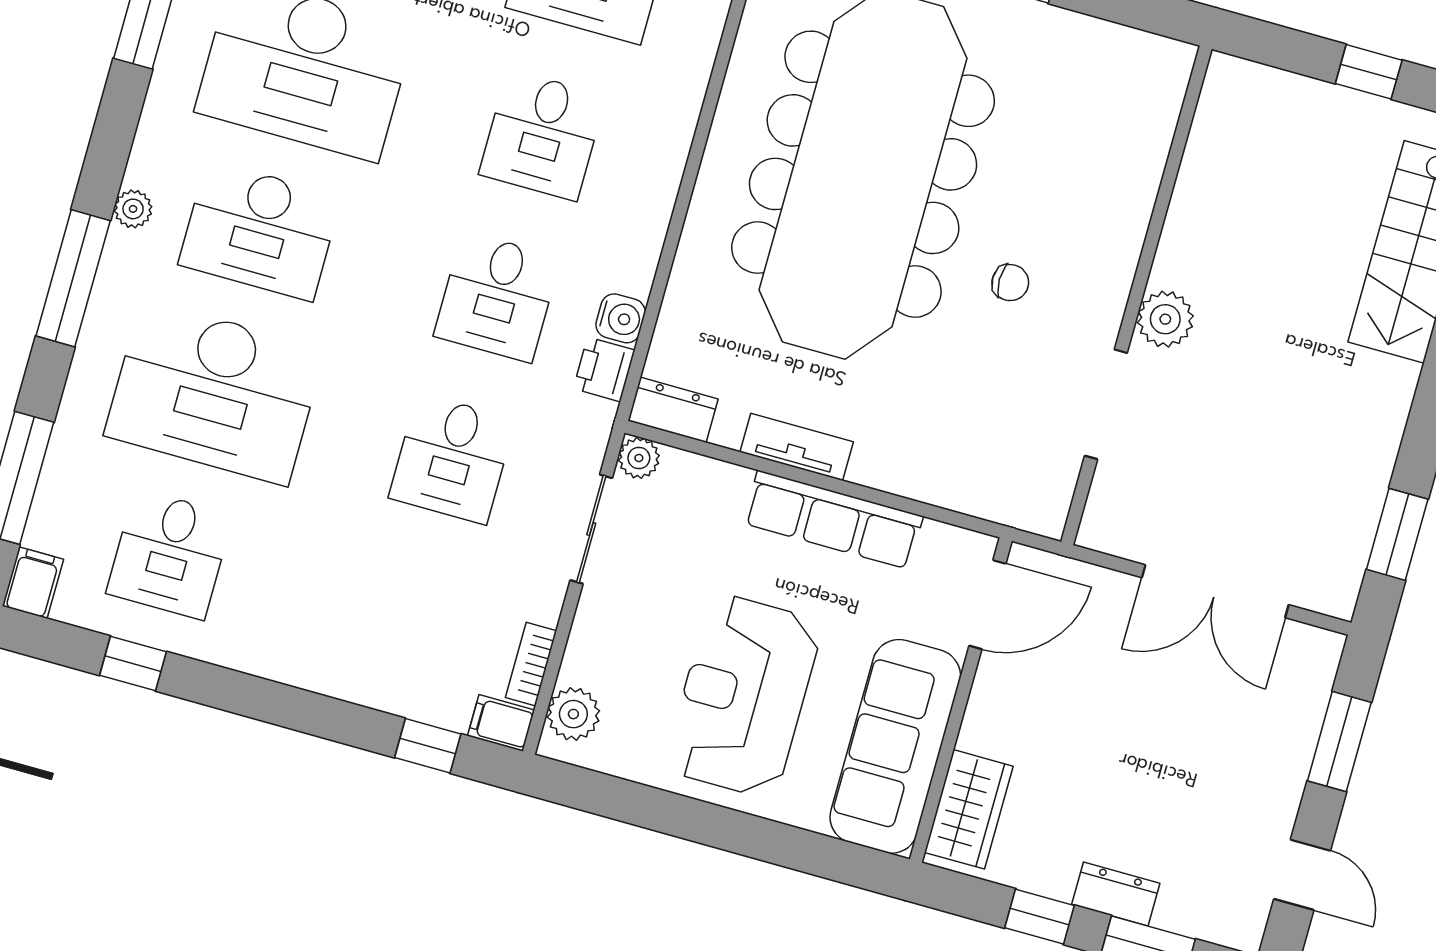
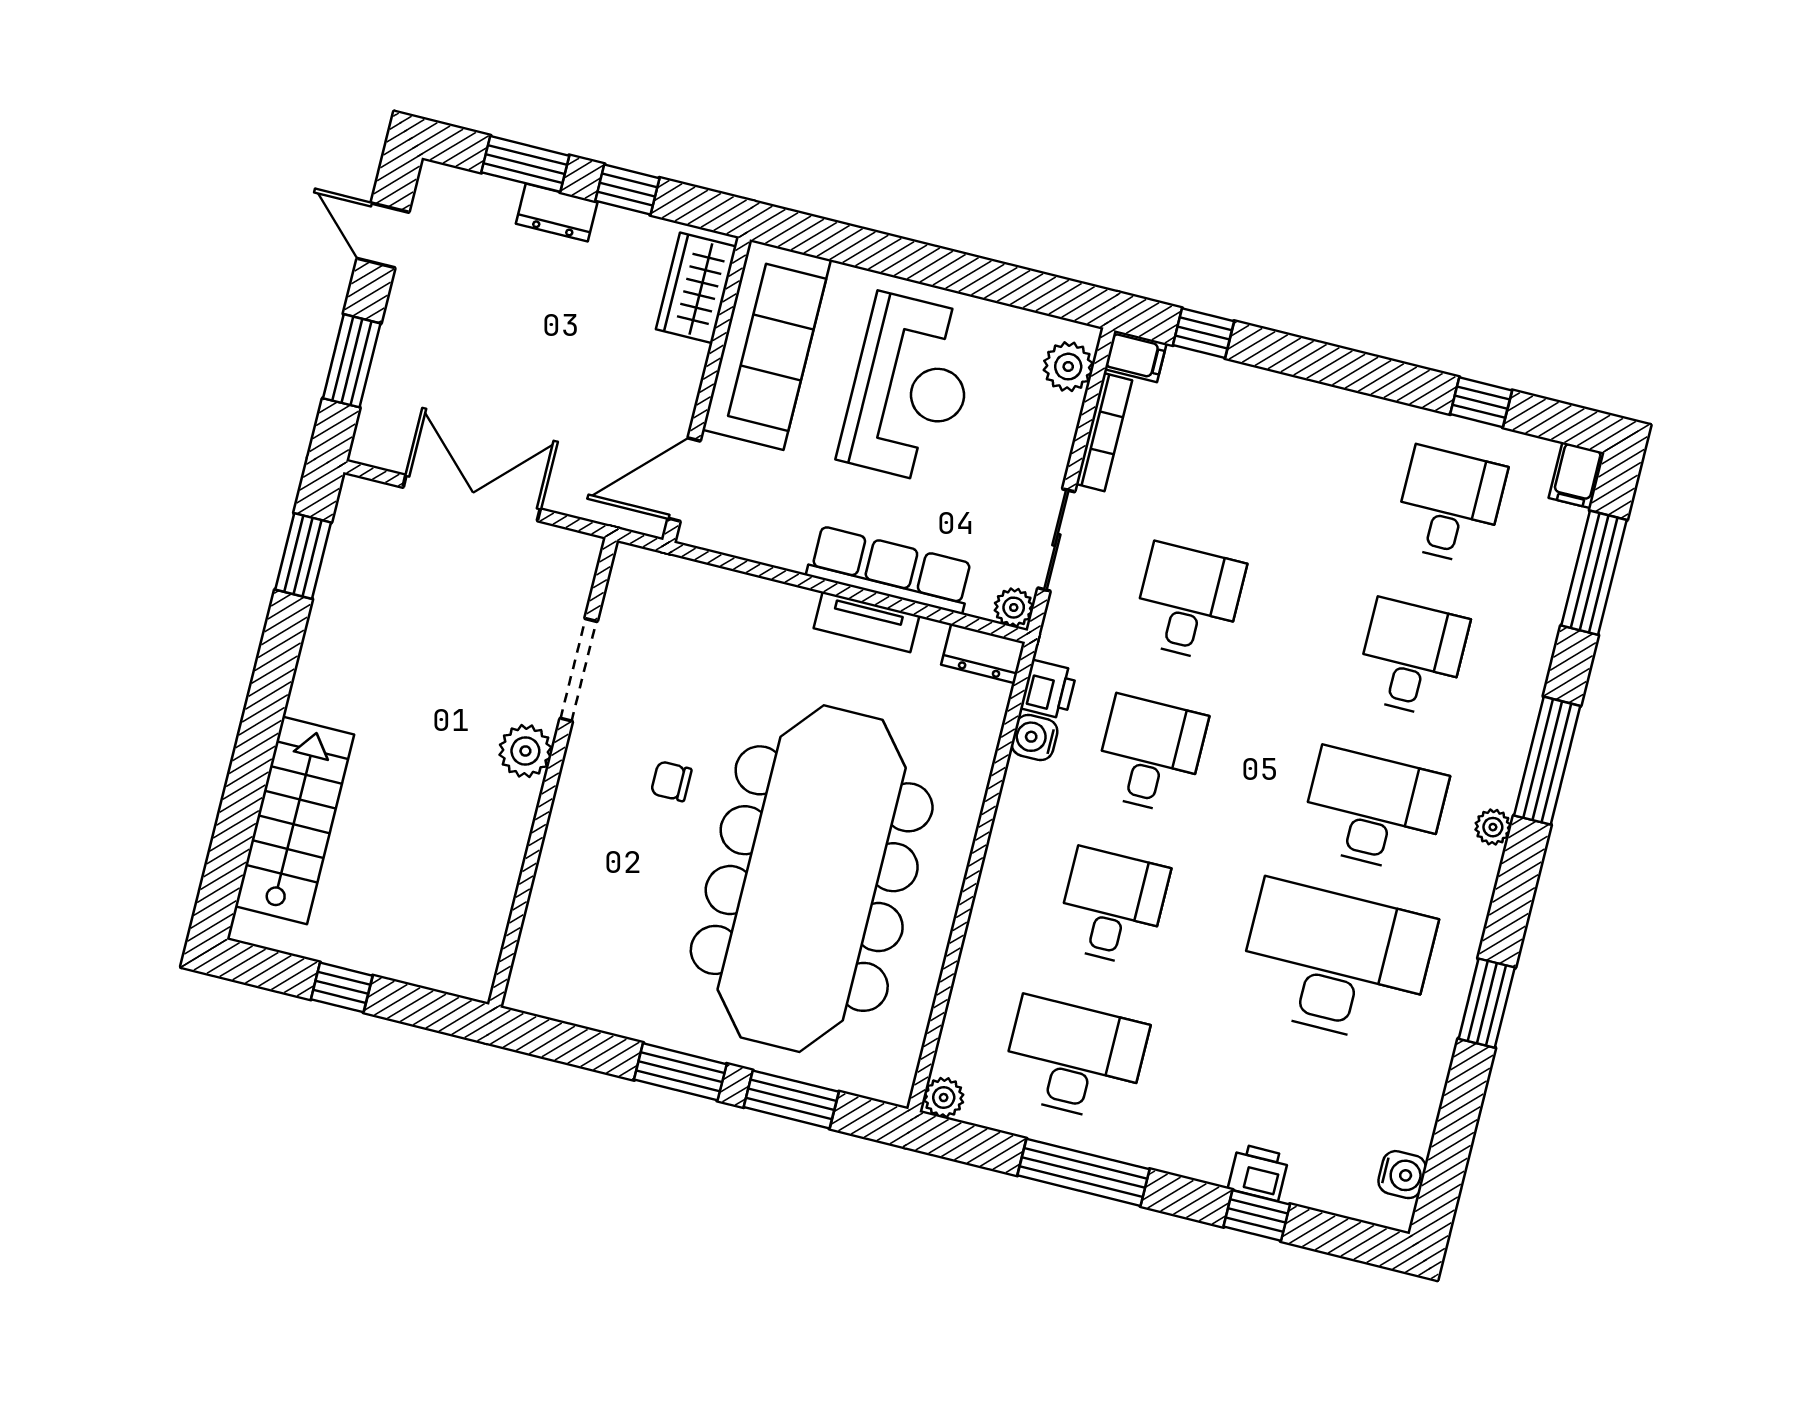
desk: (215, 392) -> (1412, 658), width x0.53, depth x0.77
row of seats: (833, 520) -> (890, 570), moved
bookcase: (531, 664) -> (1104, 432), width x1.56

